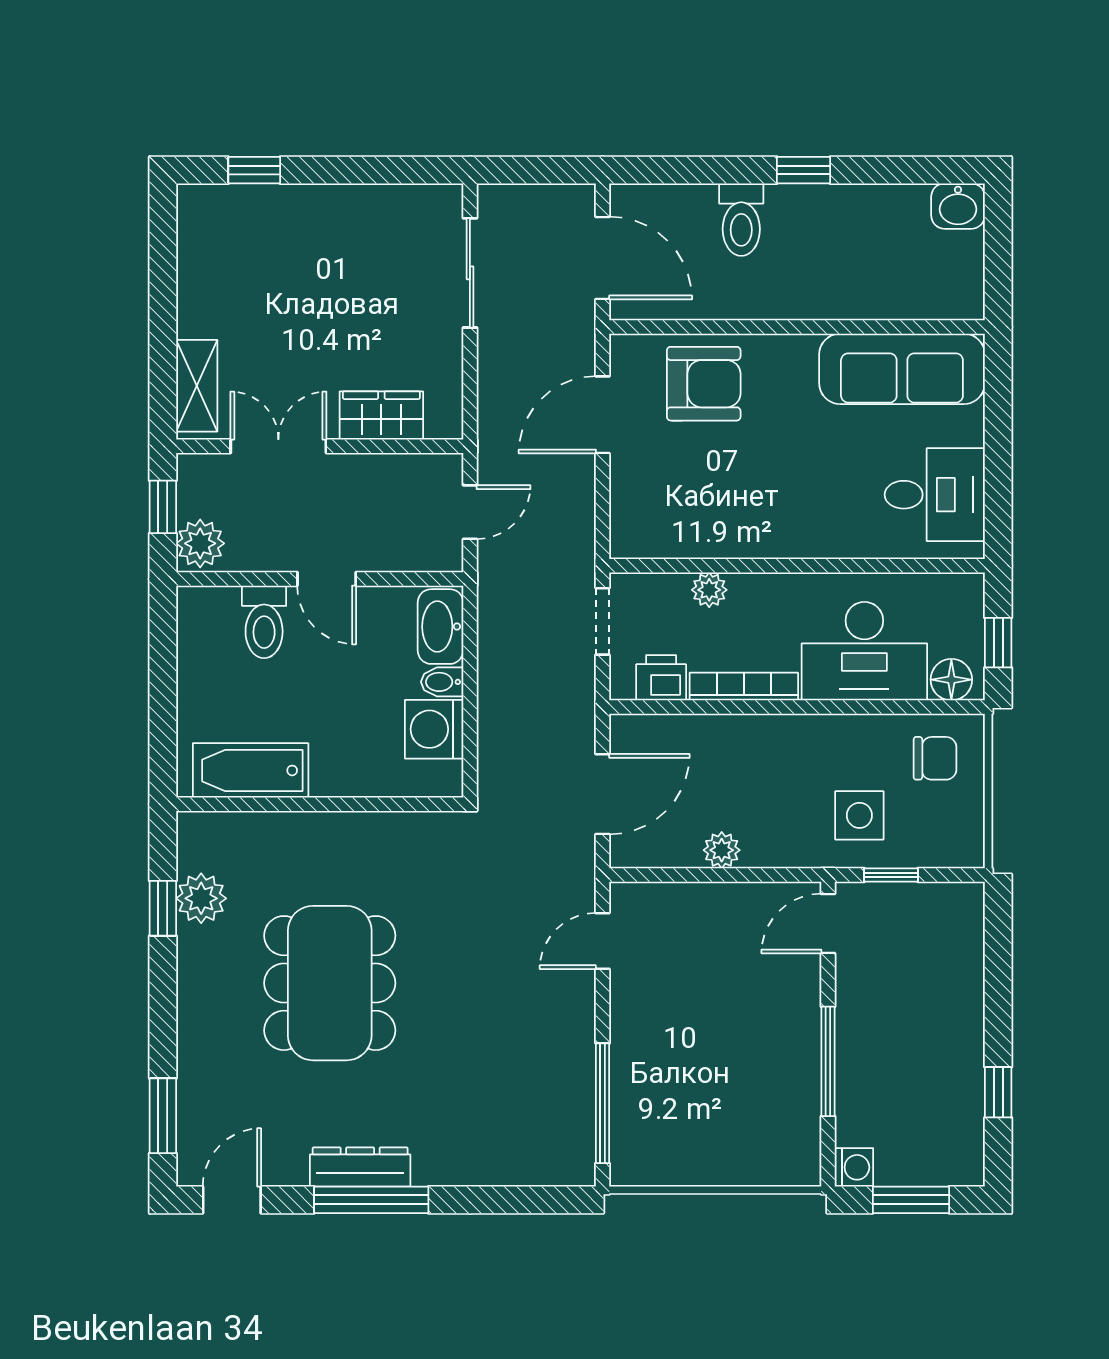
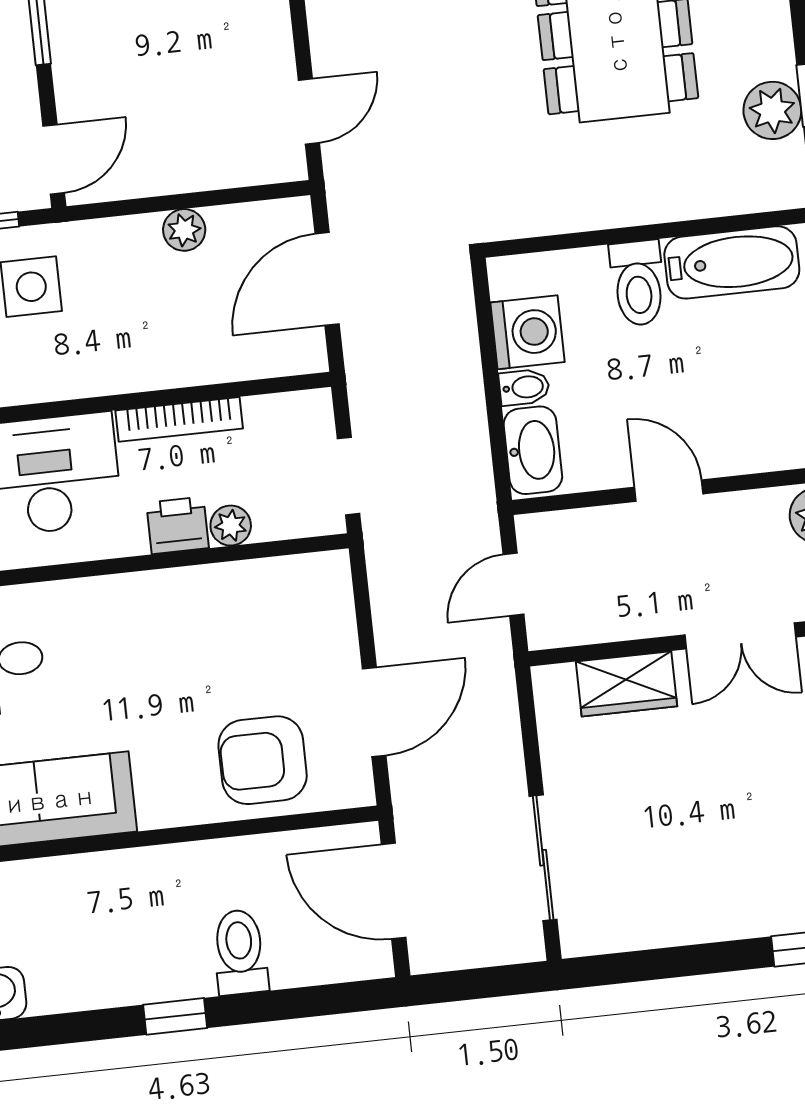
toilet: (264, 622) -> (638, 283), moved, turned 180
printer: (661, 678) -> (177, 525), moved, turned 180

